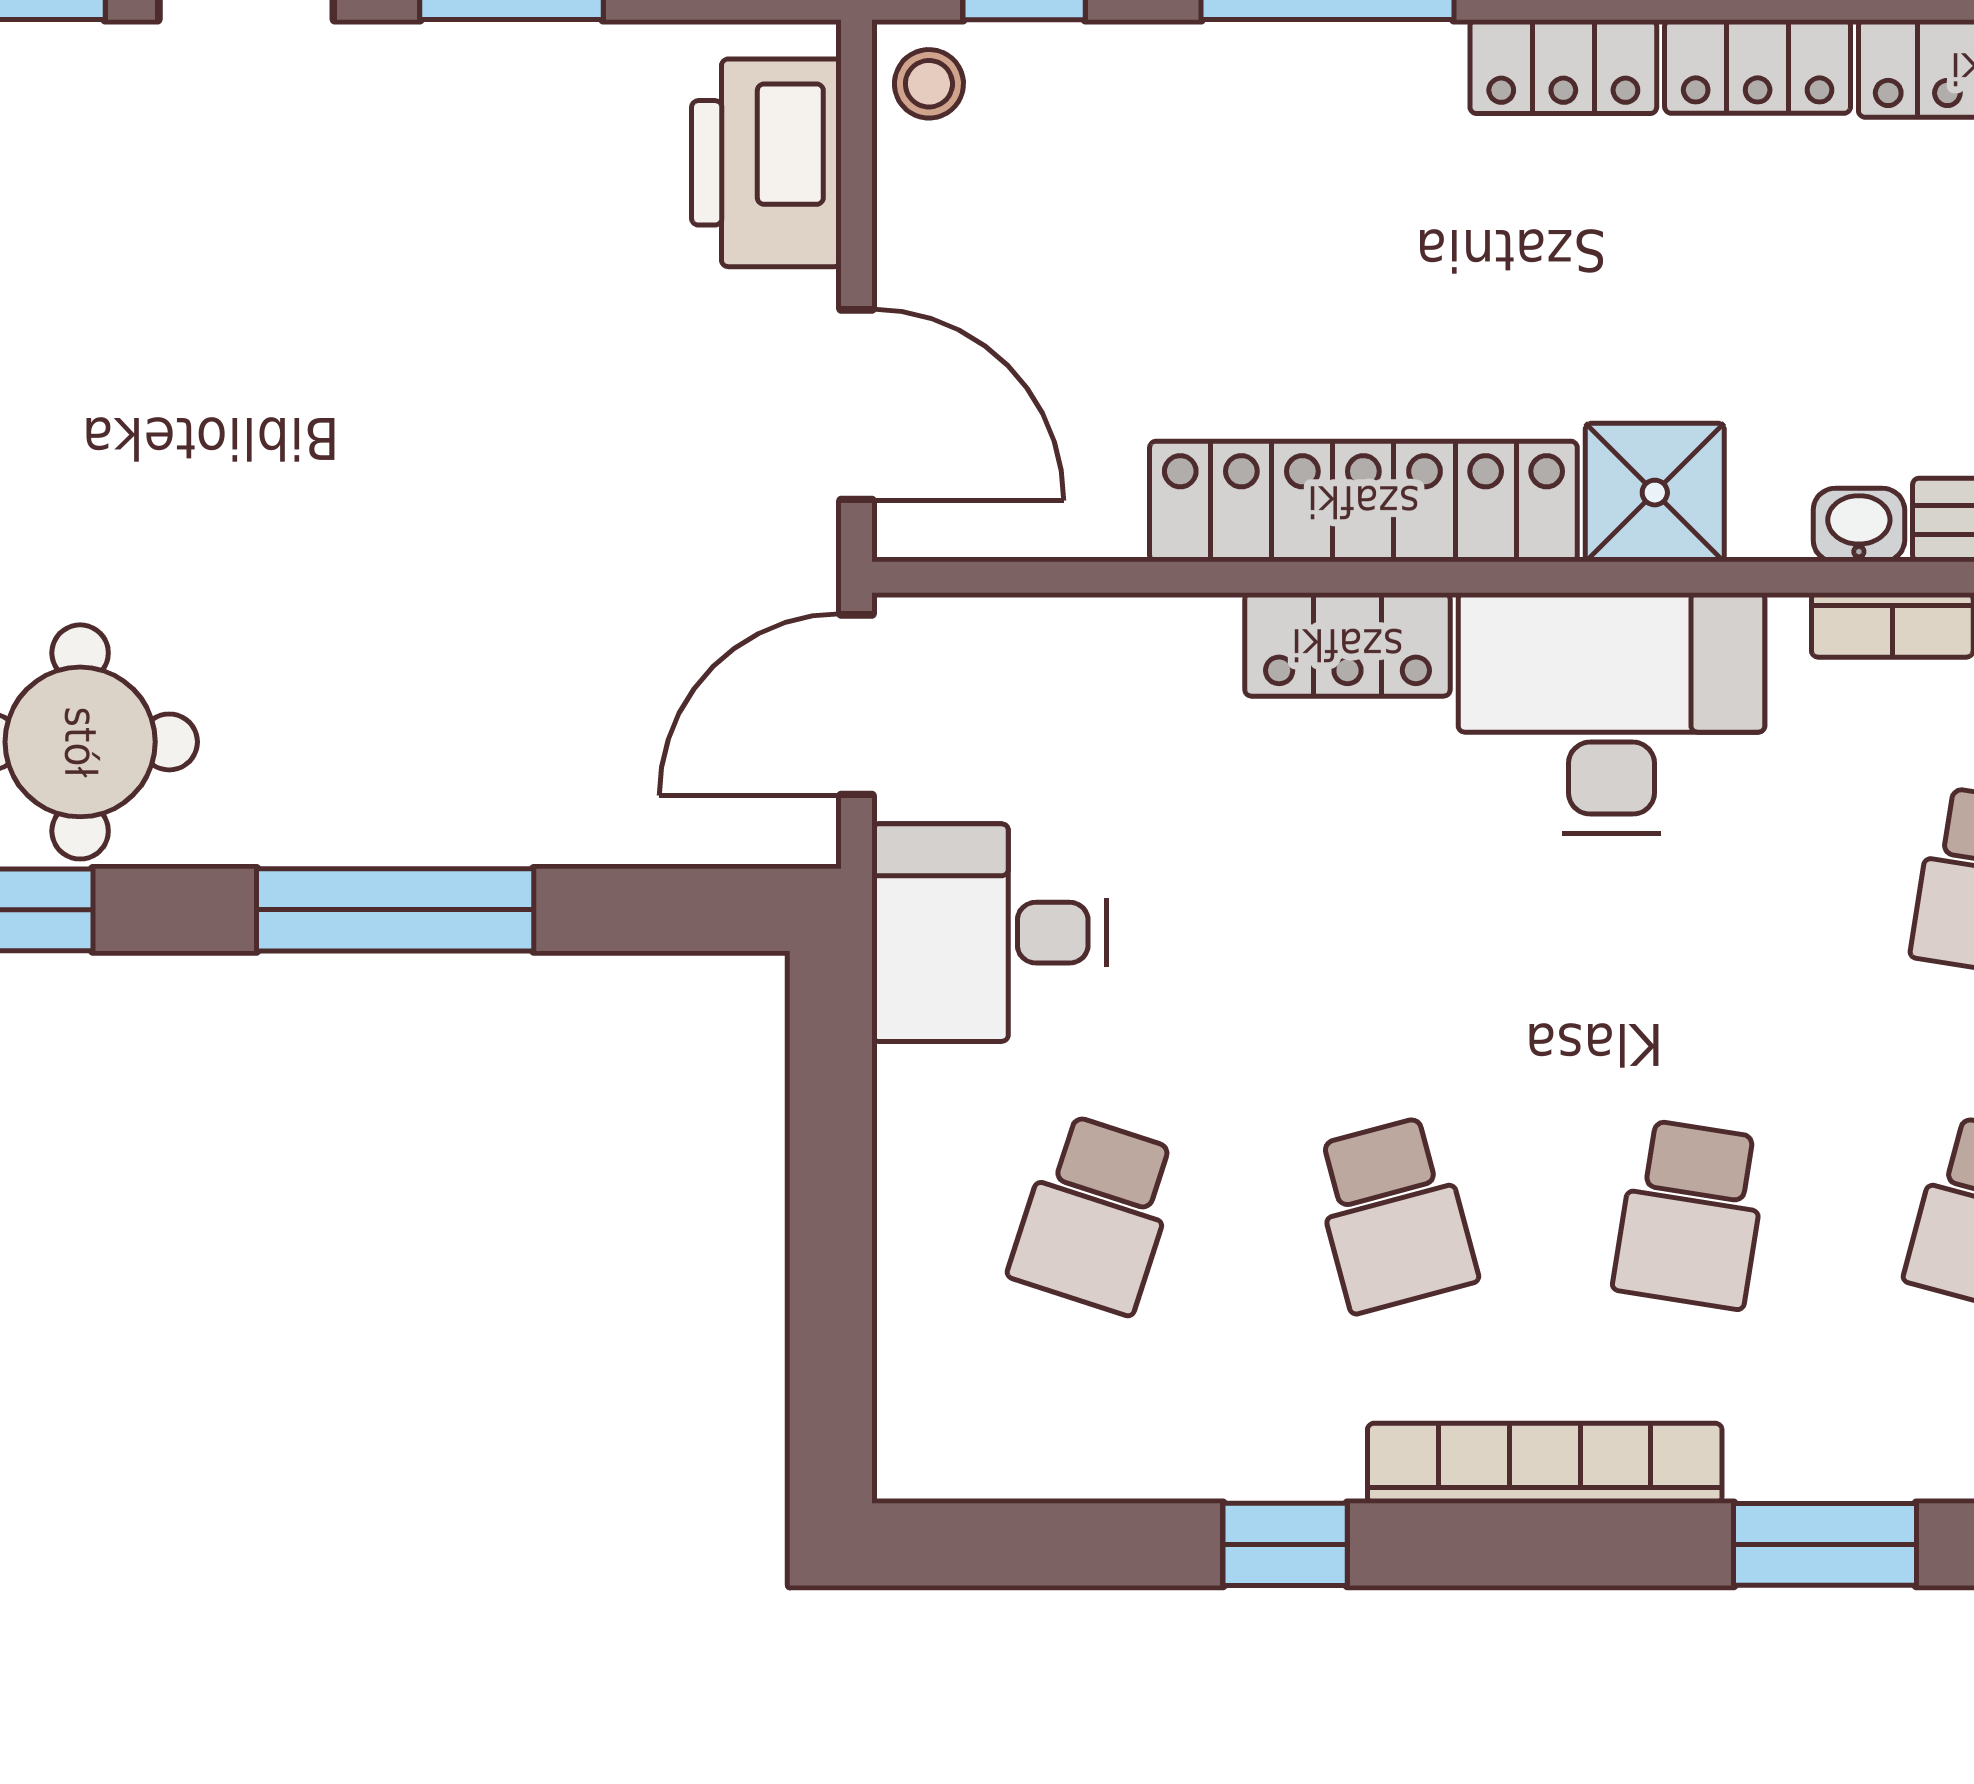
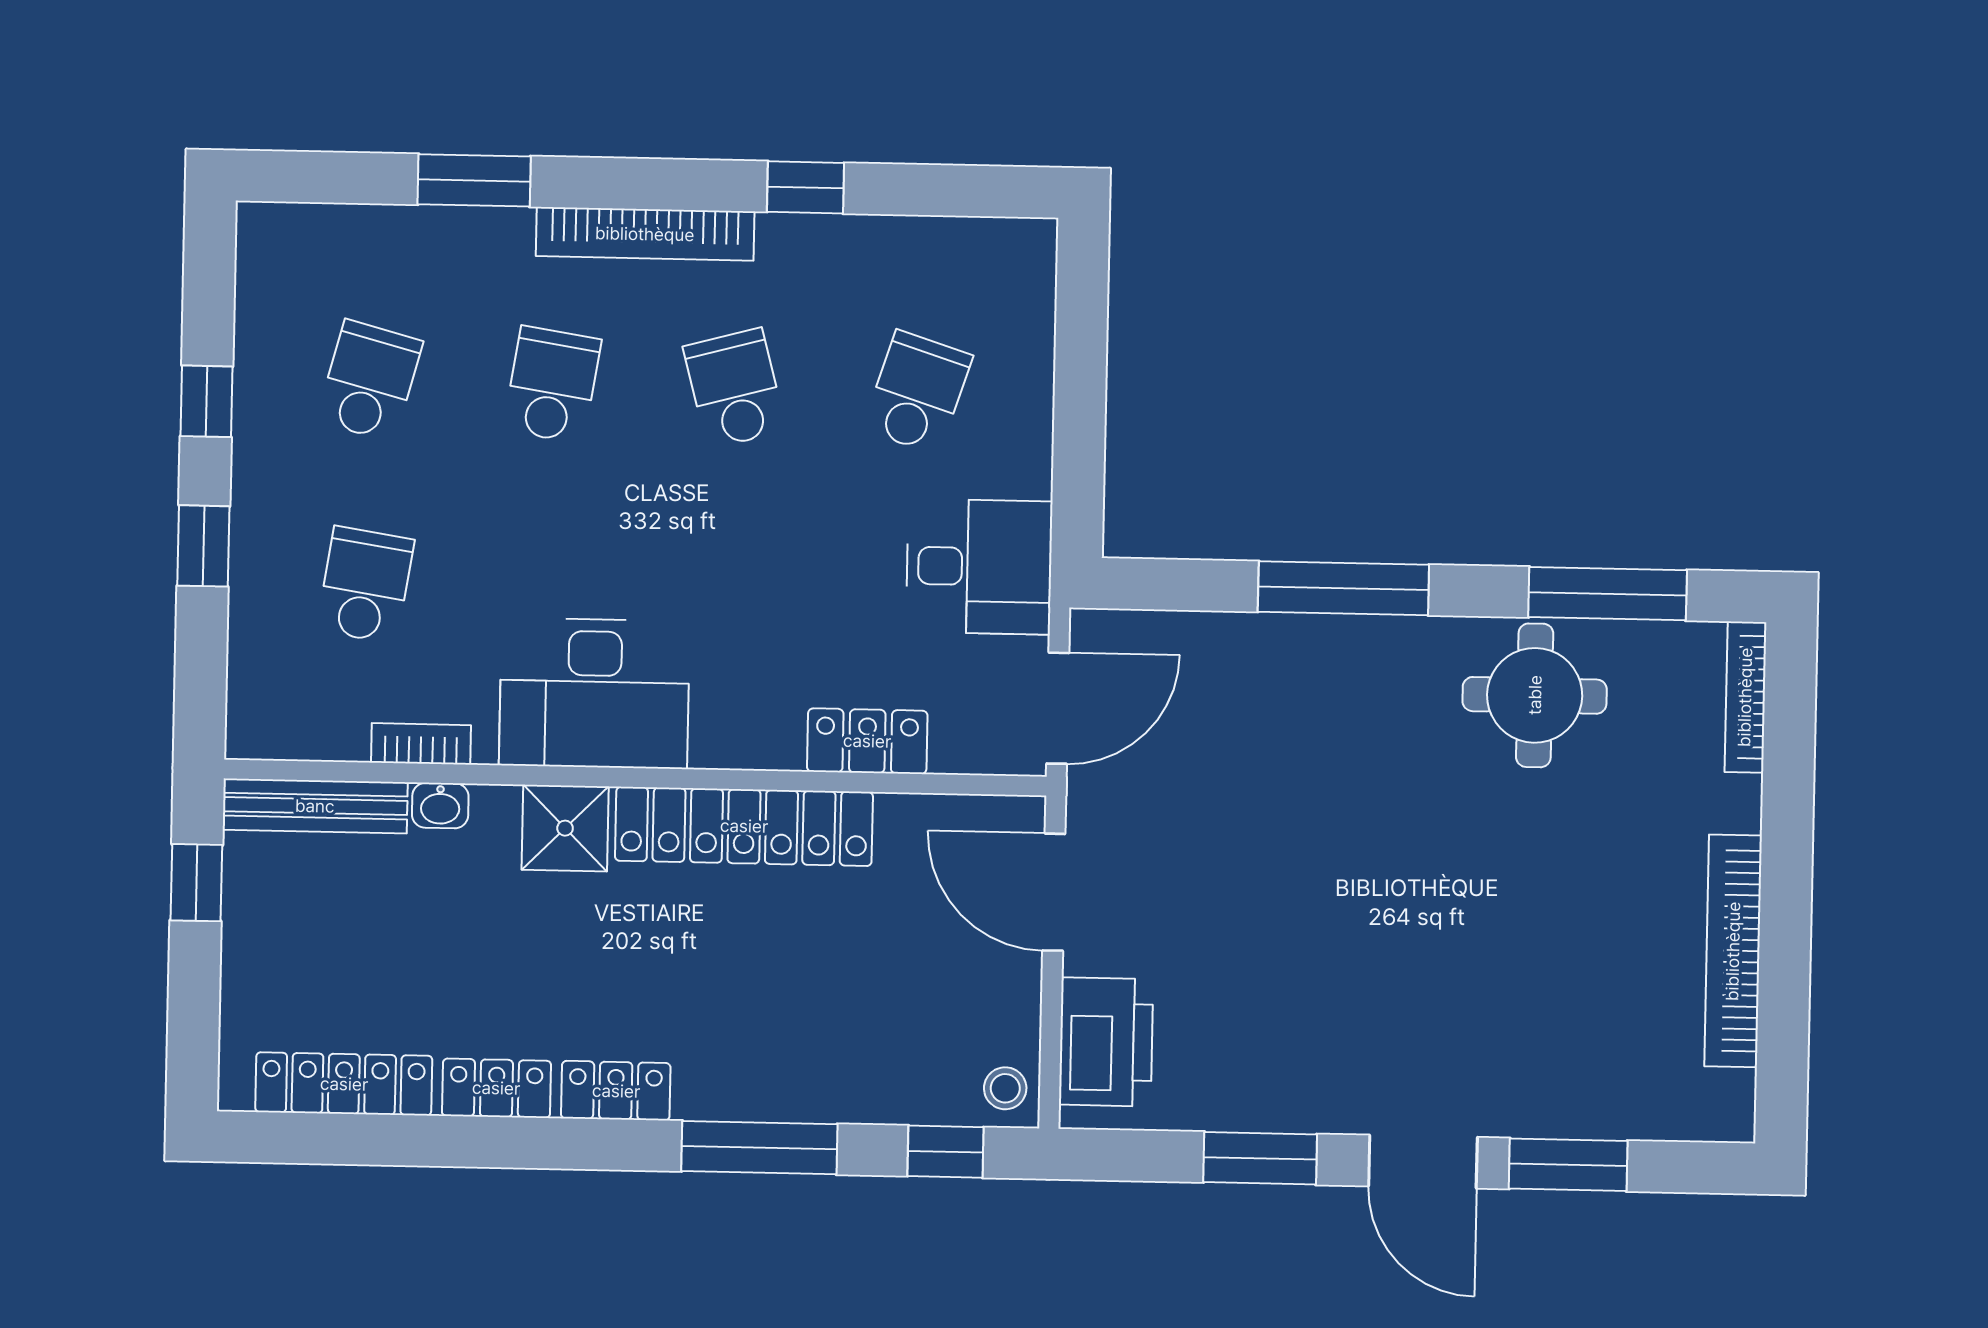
locker: (1347, 644) -> (867, 741), moved

